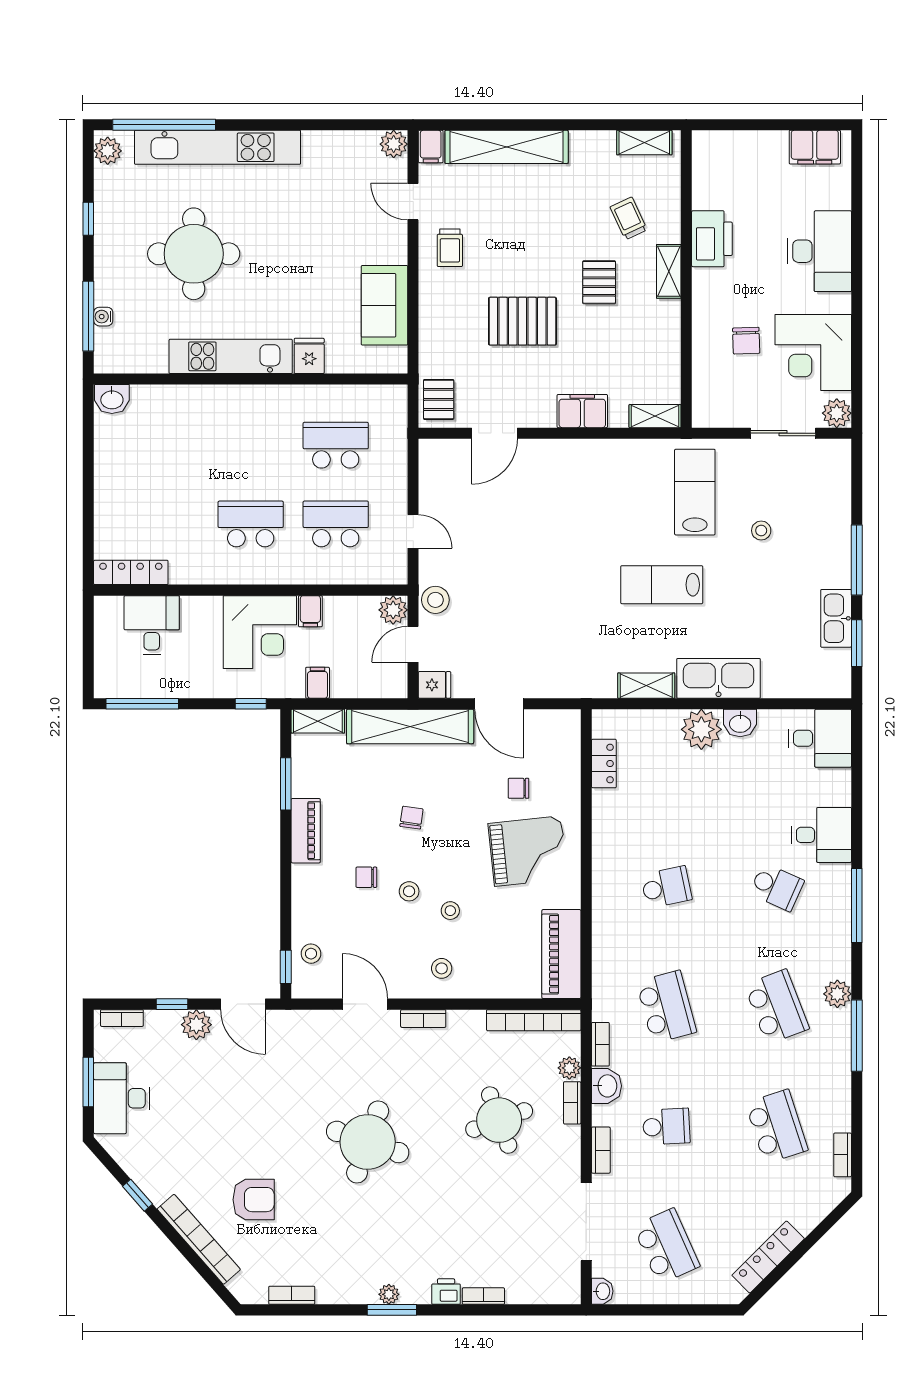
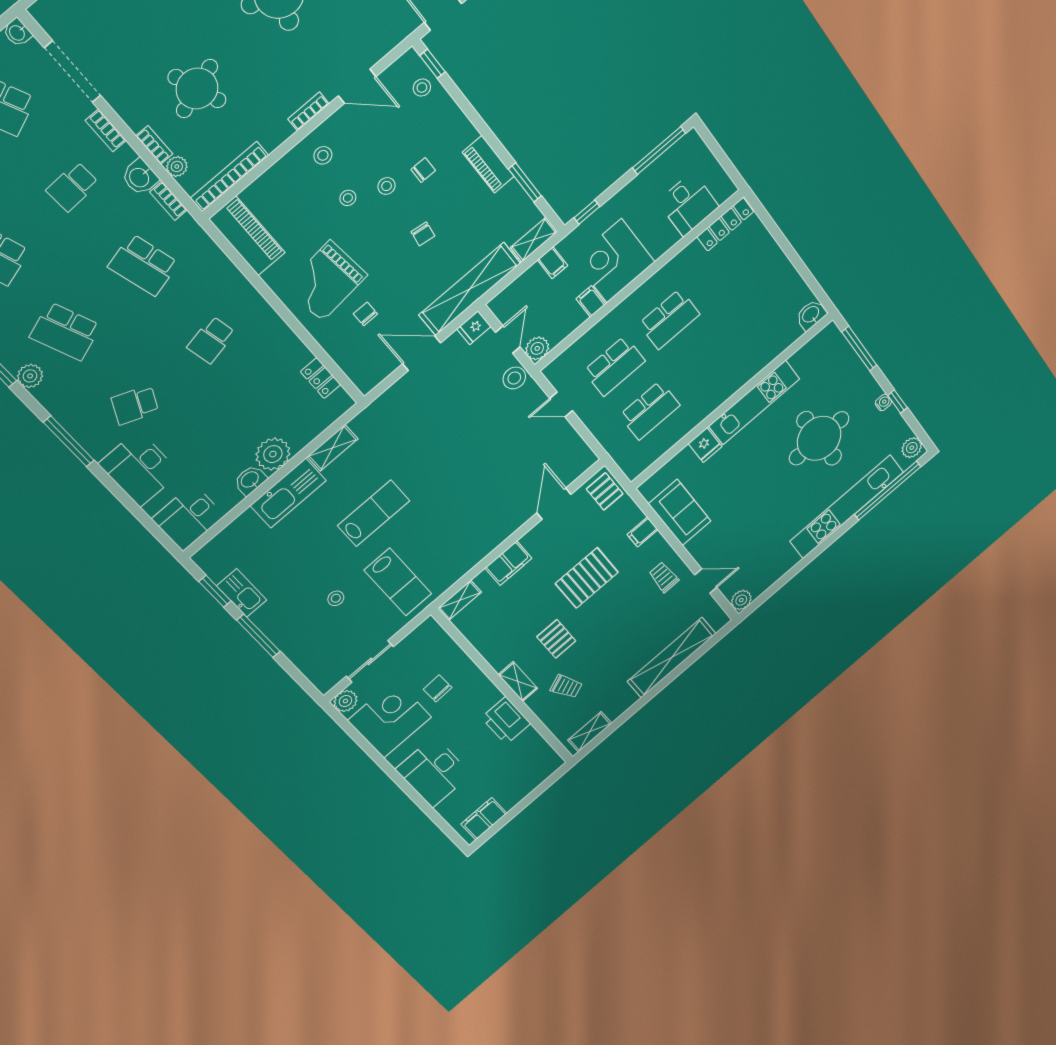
filing cabinet: (431, 146) -> (642, 532), moved, turned -90
water cooler: (103, 317) -> (883, 402), moved
chair: (519, 788) -> (365, 314), turned -90
desk: (822, 835) -> (139, 468), width x1.37

